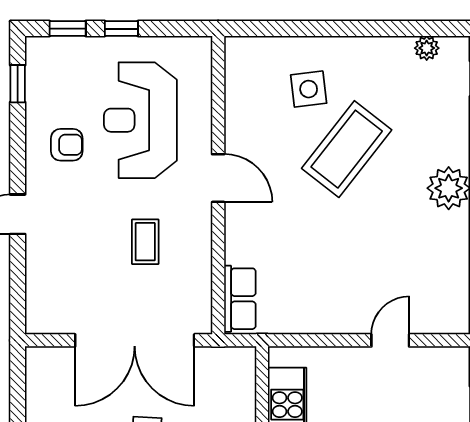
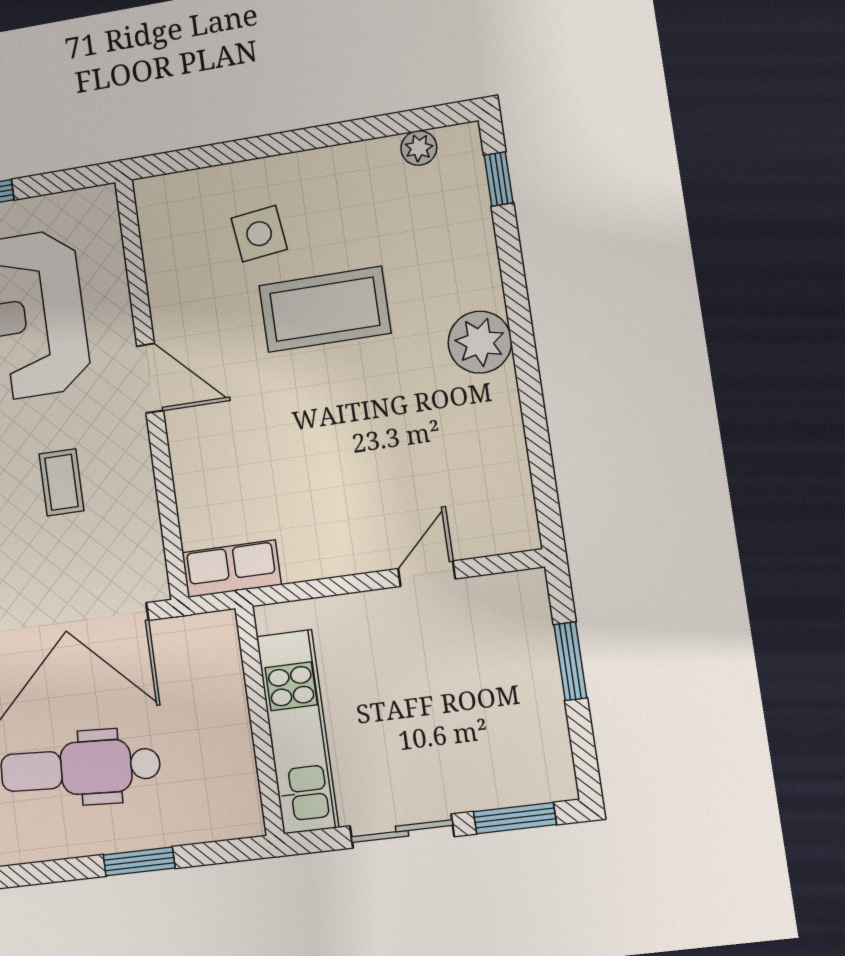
coffee table: (347, 149) -> (325, 309), turned 52
row of seats: (240, 299) -> (231, 569), moved, turned -90

